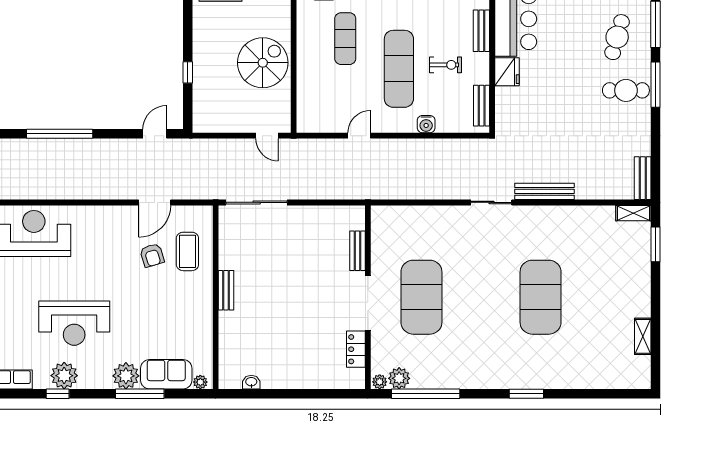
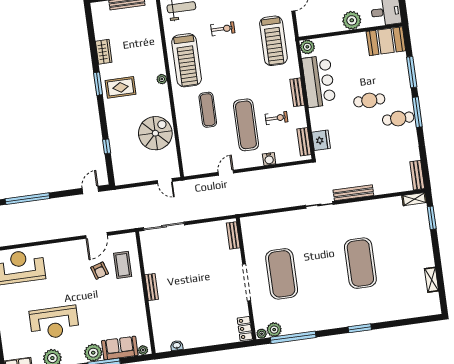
cafe table: (617, 37) -> (369, 100), moved, turned 74
fridge: (507, 72) -> (321, 140), moved
bench: (357, 251) -> (233, 235), moved
locker: (356, 349) -> (245, 329), moved

